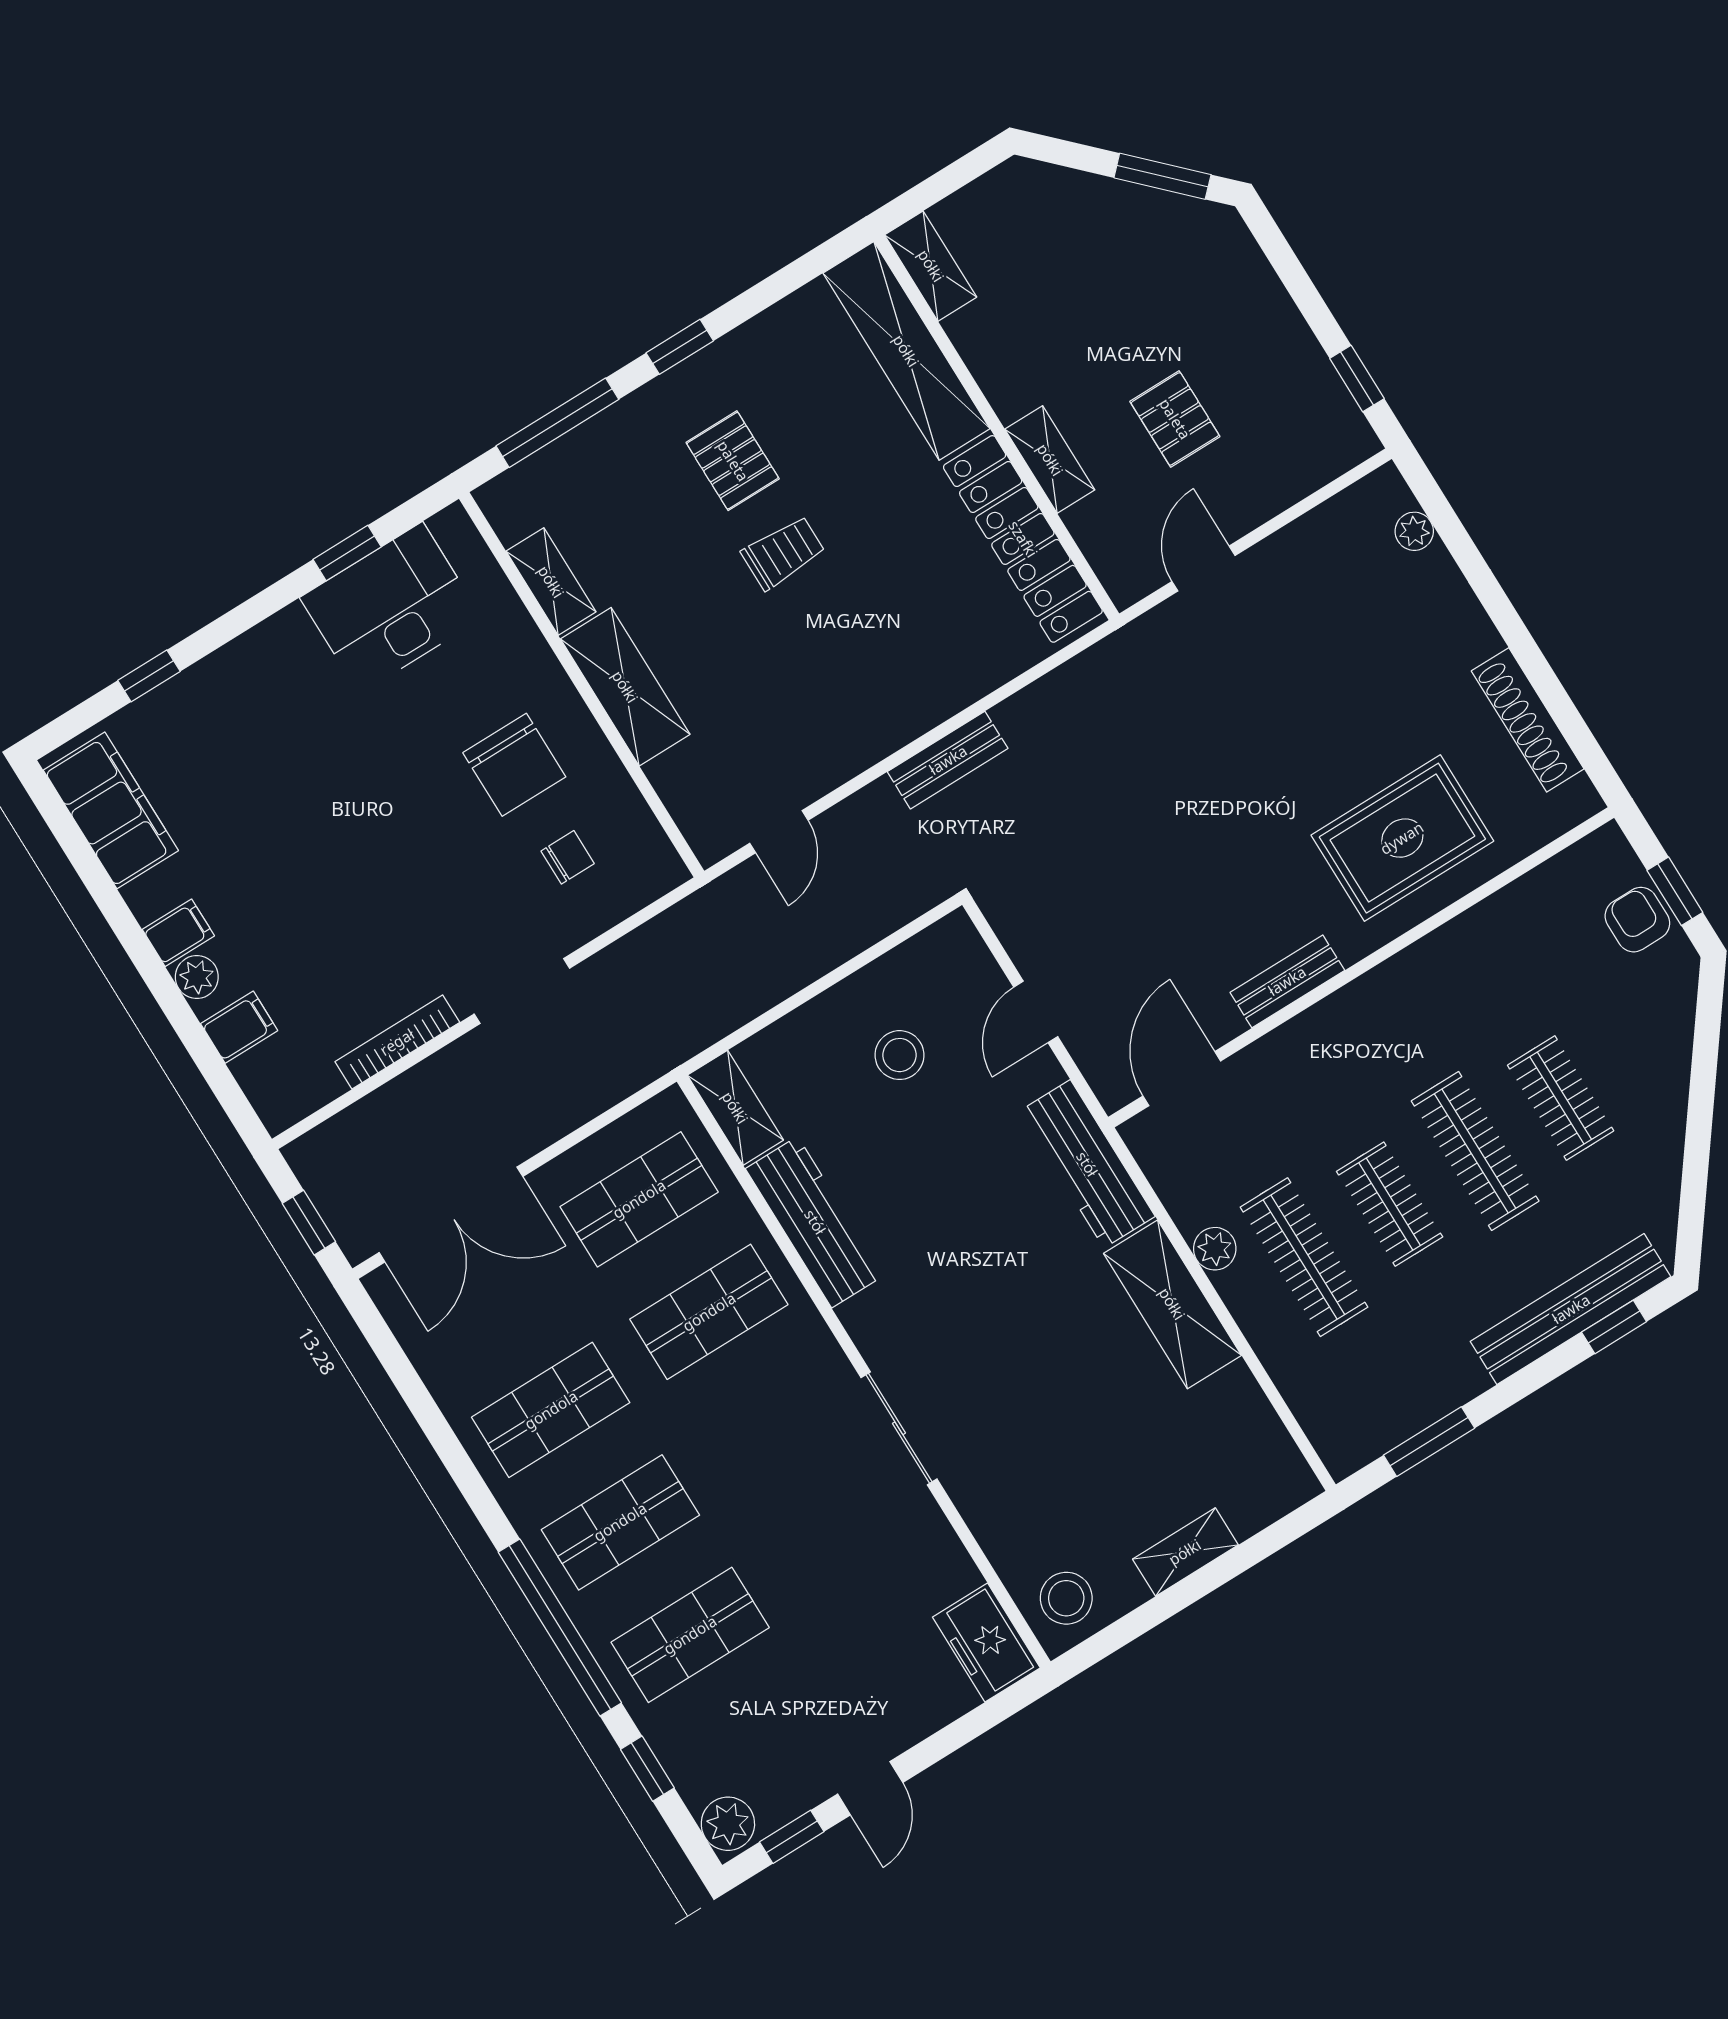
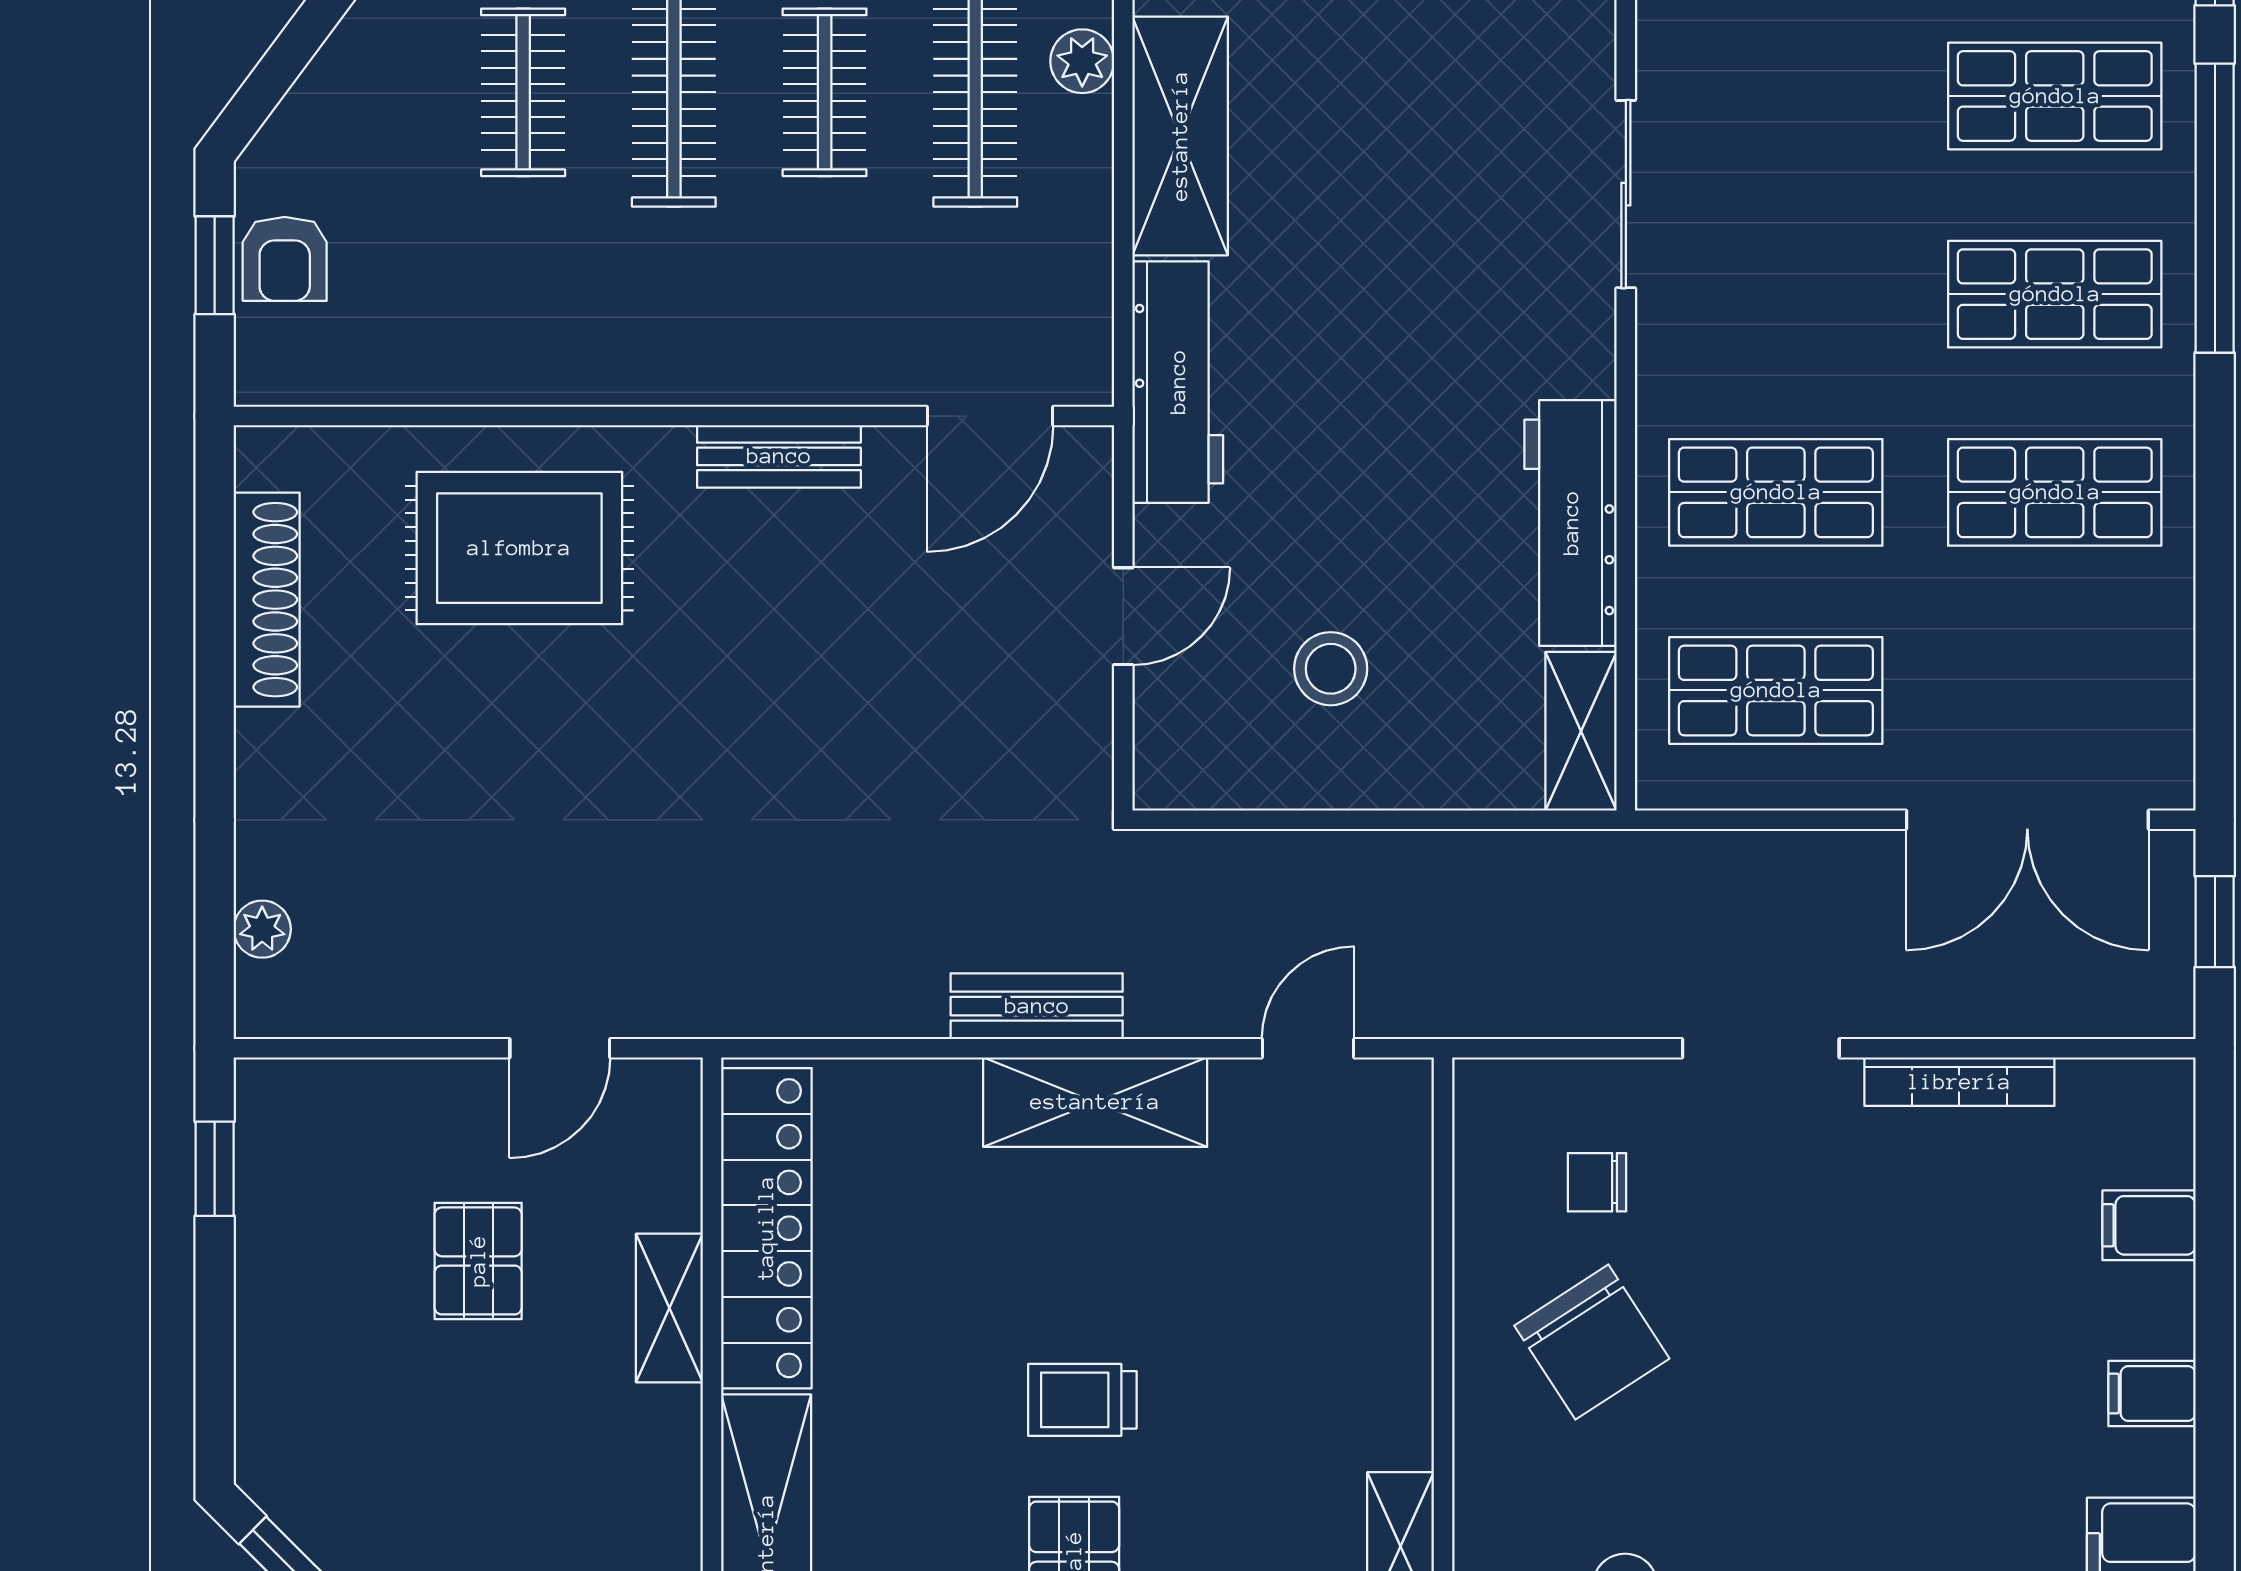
shelving: (625, 687) -> (1095, 1102), moved, turned 90
chair: (514, 765) -> (1592, 1342), turned 147
plant: (197, 977) -> (2163, 1323), removed
double door: (451, 1215) -> (2027, 820), swing flipped
plant: (1215, 1249) -> (1082, 61), moved

